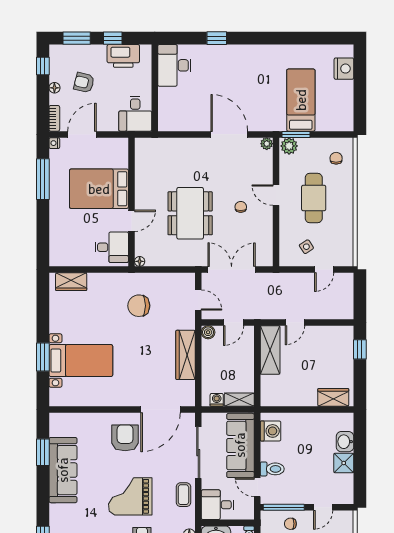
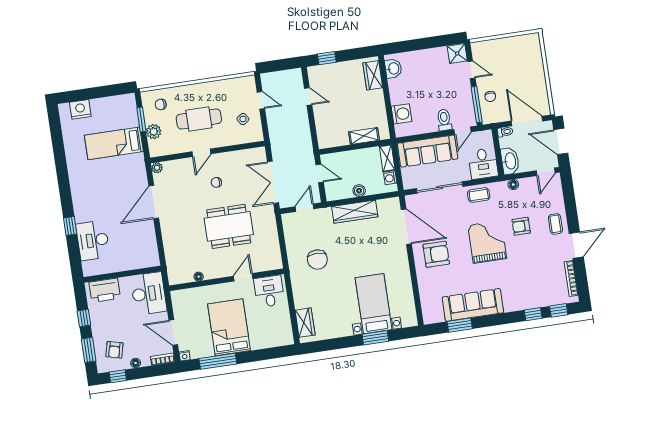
printer: (123, 56) -> (105, 290), moved, turned 90
desk: (174, 65) -> (93, 240), moved, turned 90
armchair: (84, 83) -> (114, 350), moved
desk: (135, 114) -> (149, 294), width x1.37
window: (296, 134) -> (141, 119), moved
plant: (289, 146) -> (154, 132), moved
bed: (99, 189) -> (229, 327), moved, turned 180
door: (131, 221) -> (243, 277), hinge flipped
floor lamp: (140, 261) -> (199, 277), moved
door: (295, 322) -> (308, 97), moved
boiler: (208, 332) -> (359, 191), moved
shelving: (270, 350) -> (364, 136), moved, width x0.67, depth x0.75
washing machine: (271, 431) -> (401, 114), moved, turned 90
armchair: (125, 438) -> (436, 254), turned 180
washbasin: (345, 442) -> (393, 69), moved, turned -90
shower: (344, 463) -> (457, 53), moved
grand piano: (130, 496) -> (487, 242), turned 180

